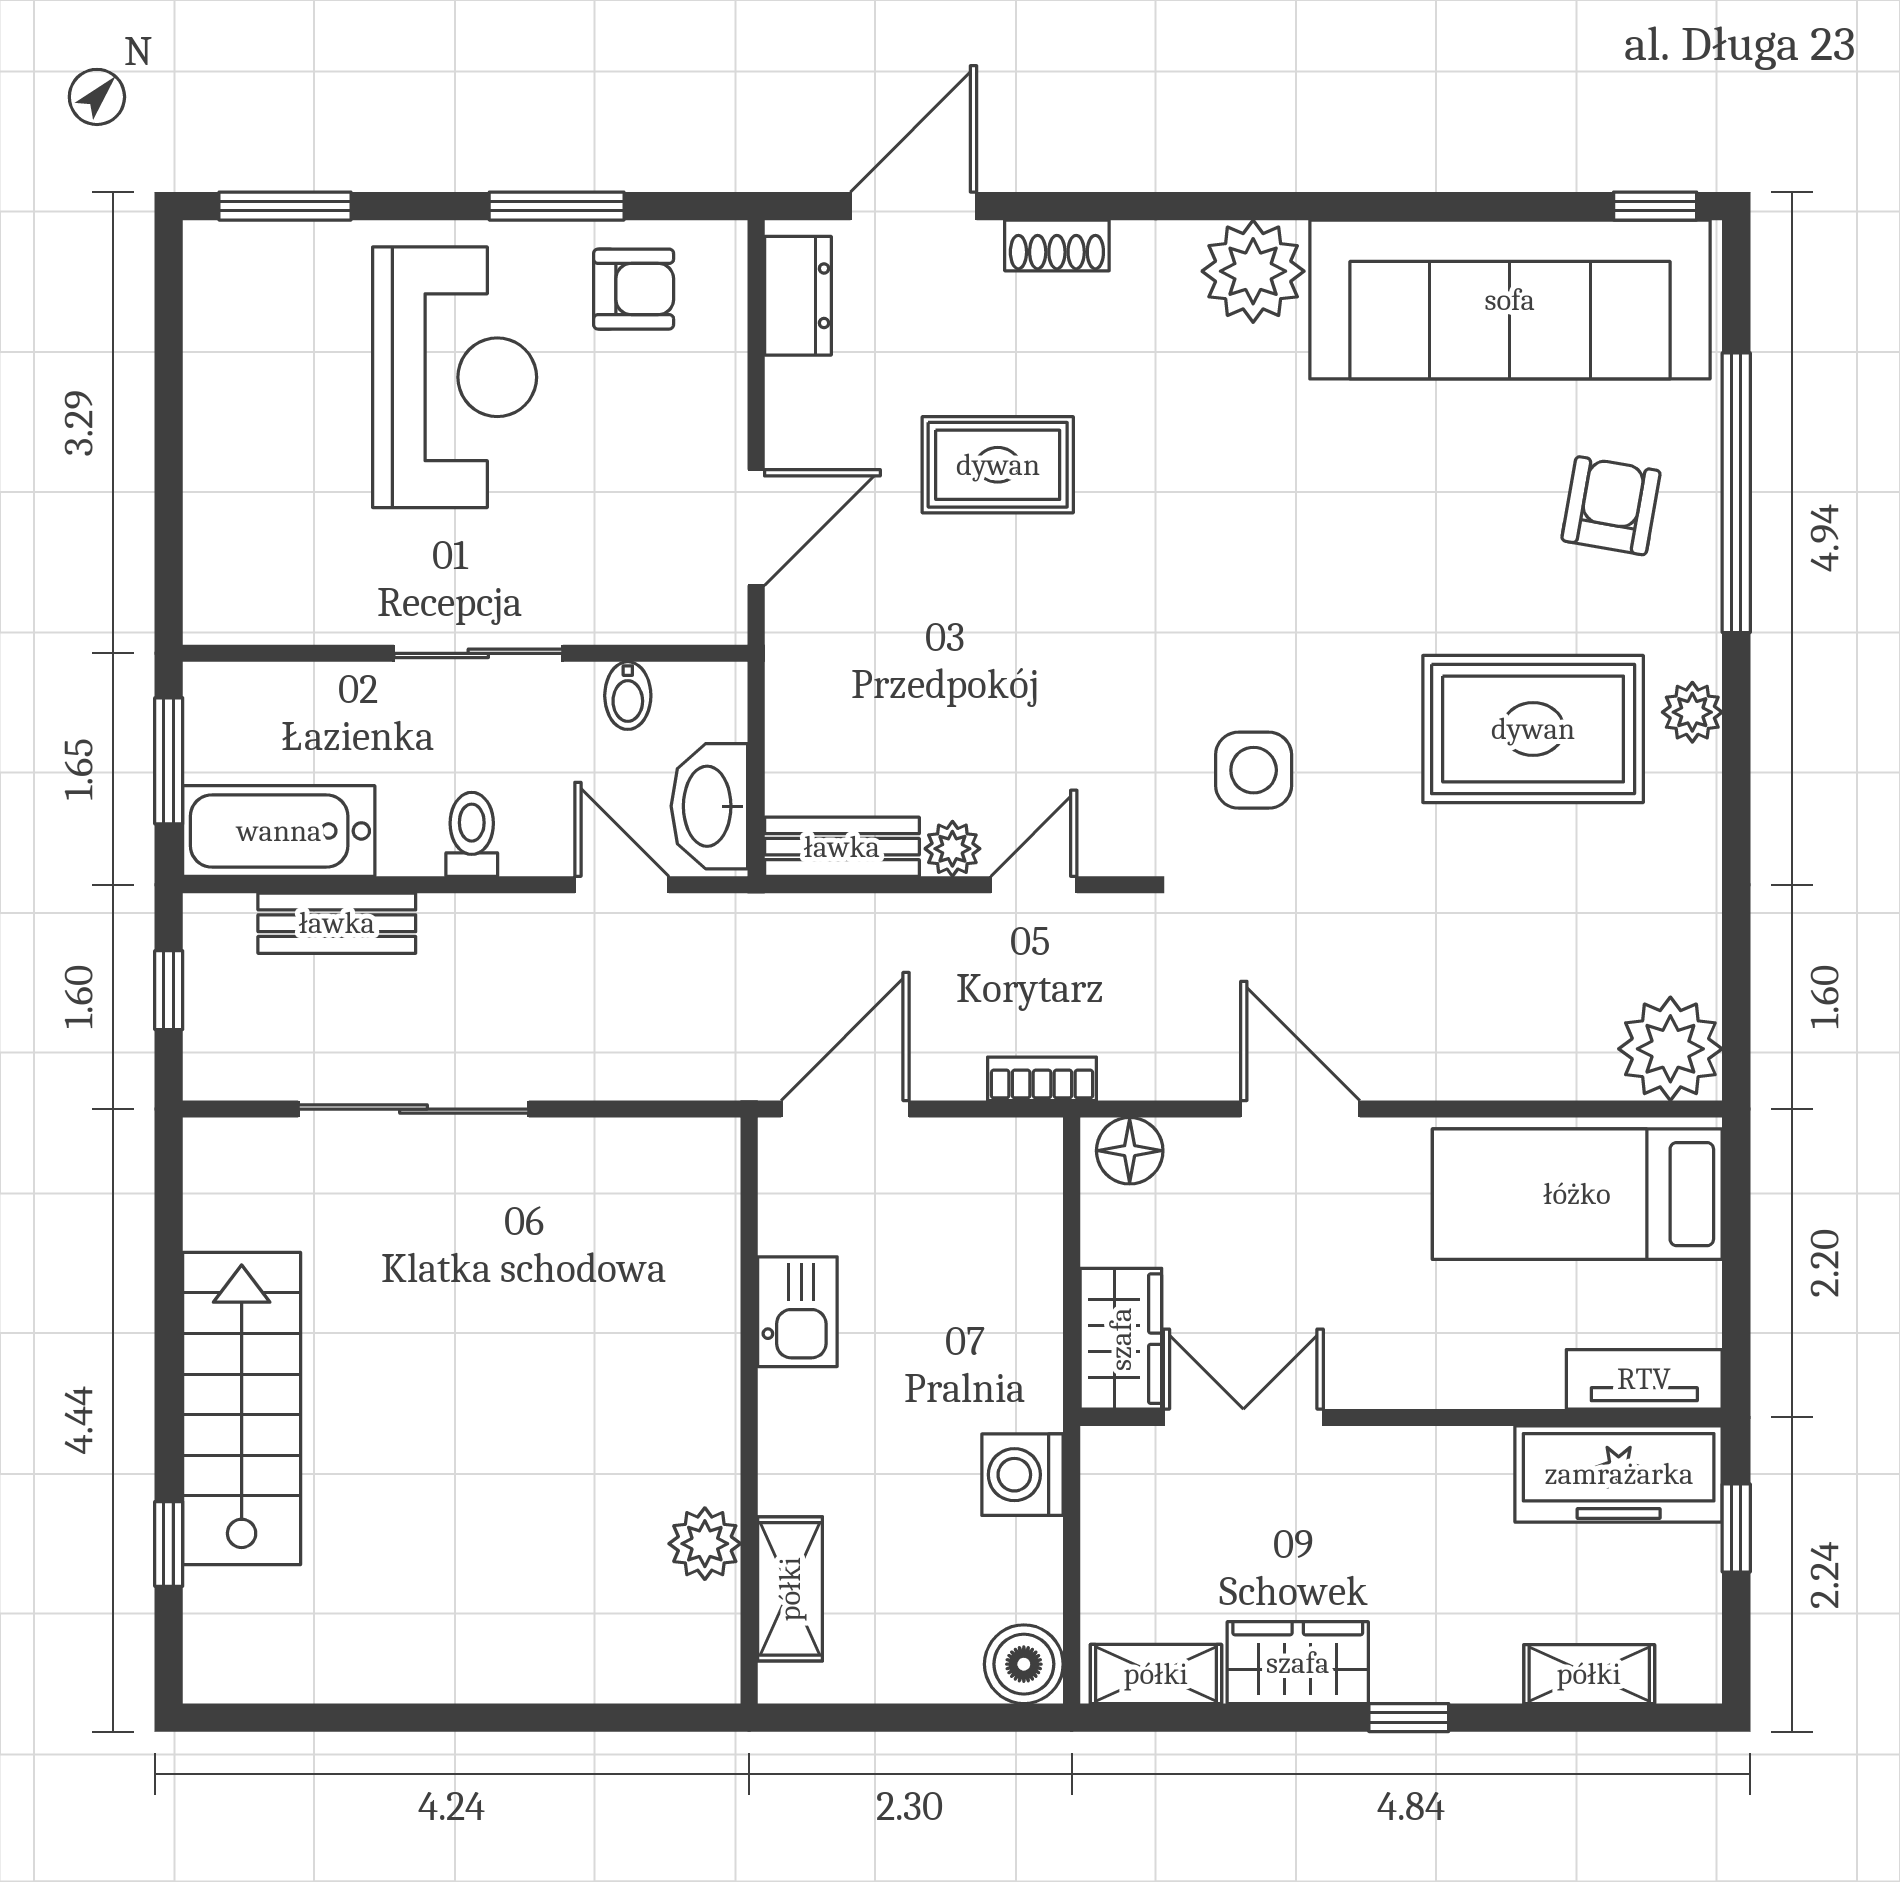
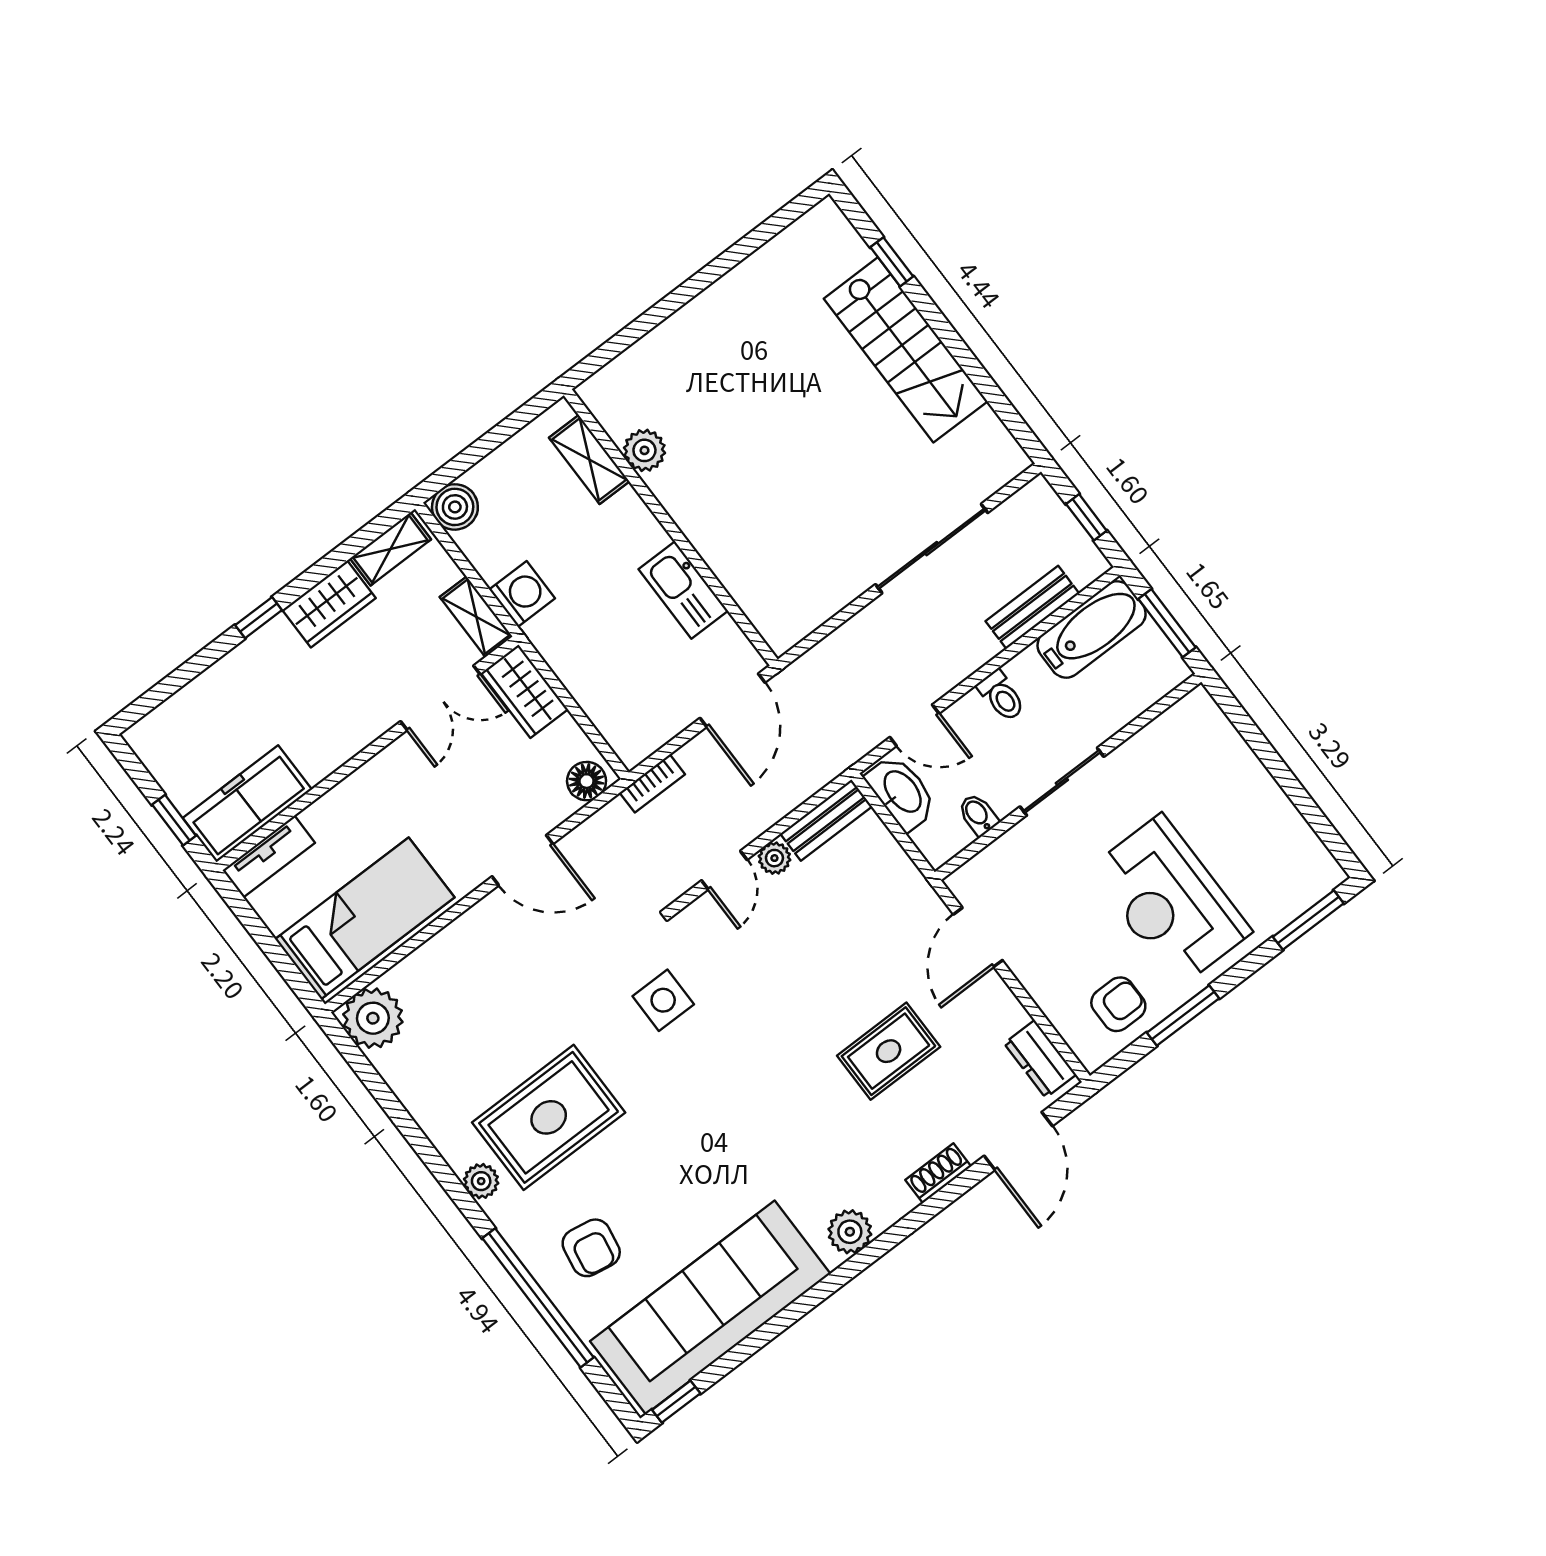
plant: (1253, 271) -> (850, 1232), width x0.73, depth x0.73
armchair: (634, 289) -> (1118, 1004), turned 180
kitchen sink: (797, 1312) -> (683, 590), width x1.38
shelving: (1589, 1674) -> (476, 617), moved, turned 90

